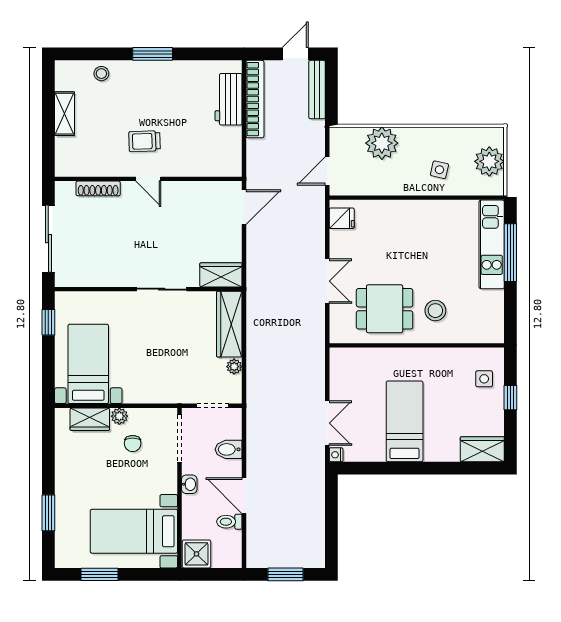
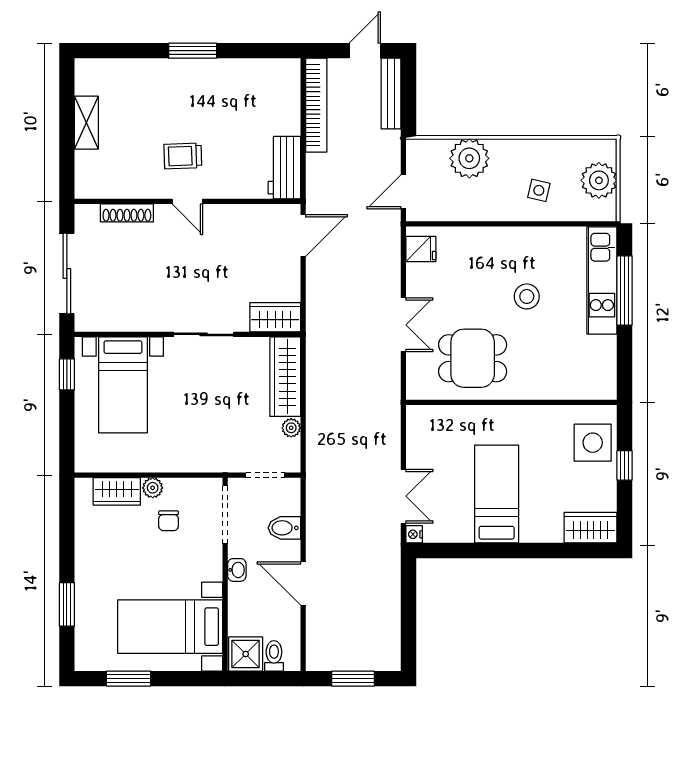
stool: (101, 74) -> (131, 74), removed
workbench: (229, 99) -> (284, 168), moved
stool: (435, 311) -> (527, 296), moved
bed with nightstands: (88, 364) -> (123, 385), moved, turned 180
side table: (484, 379) -> (593, 443), width x1.87, depth x1.87
toilet: (229, 522) -> (274, 656), moved, turned 90

